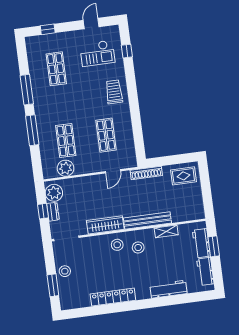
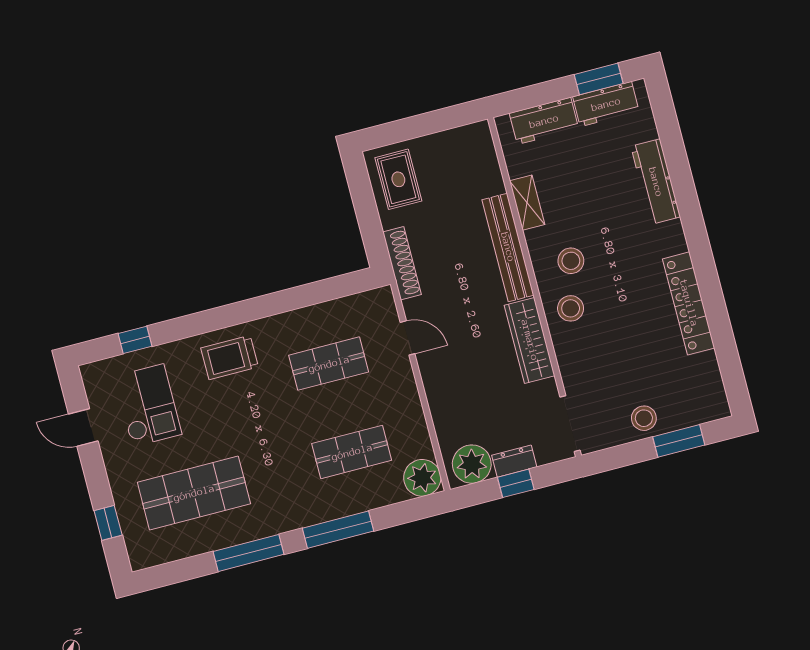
shop shelf: (56, 69) -> (194, 493), width x1.43, depth x1.36
plant: (66, 168) -> (422, 478), moved
window: (214, 246) -> (599, 79), moved

